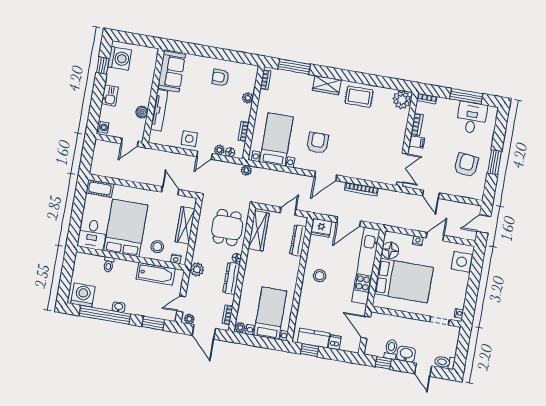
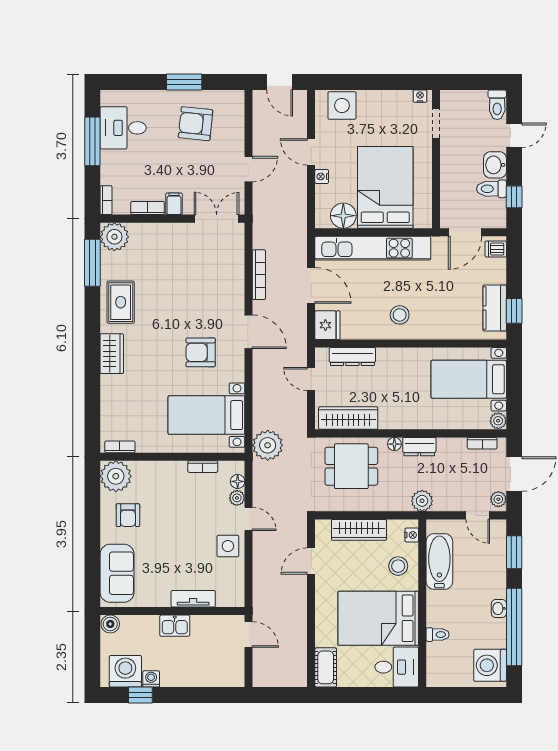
window: (294, 67) -> (92, 263), moved
sofa: (171, 71) -> (117, 573), moved, turned 90
kitchen sink: (110, 95) -> (175, 626), moved, turned 180
plant: (248, 98) -> (116, 476), moved, width x1.87, depth x1.87
tv unit: (159, 110) -> (193, 599), width x0.71
boiler: (142, 112) -> (110, 624), moved
washing machine: (103, 127) -> (151, 679), moved
plant: (246, 170) -> (268, 445), width x1.87, depth x1.87
dresser: (231, 278) -> (419, 447), width x0.70
dishwasher: (335, 342) -> (496, 249), moved

